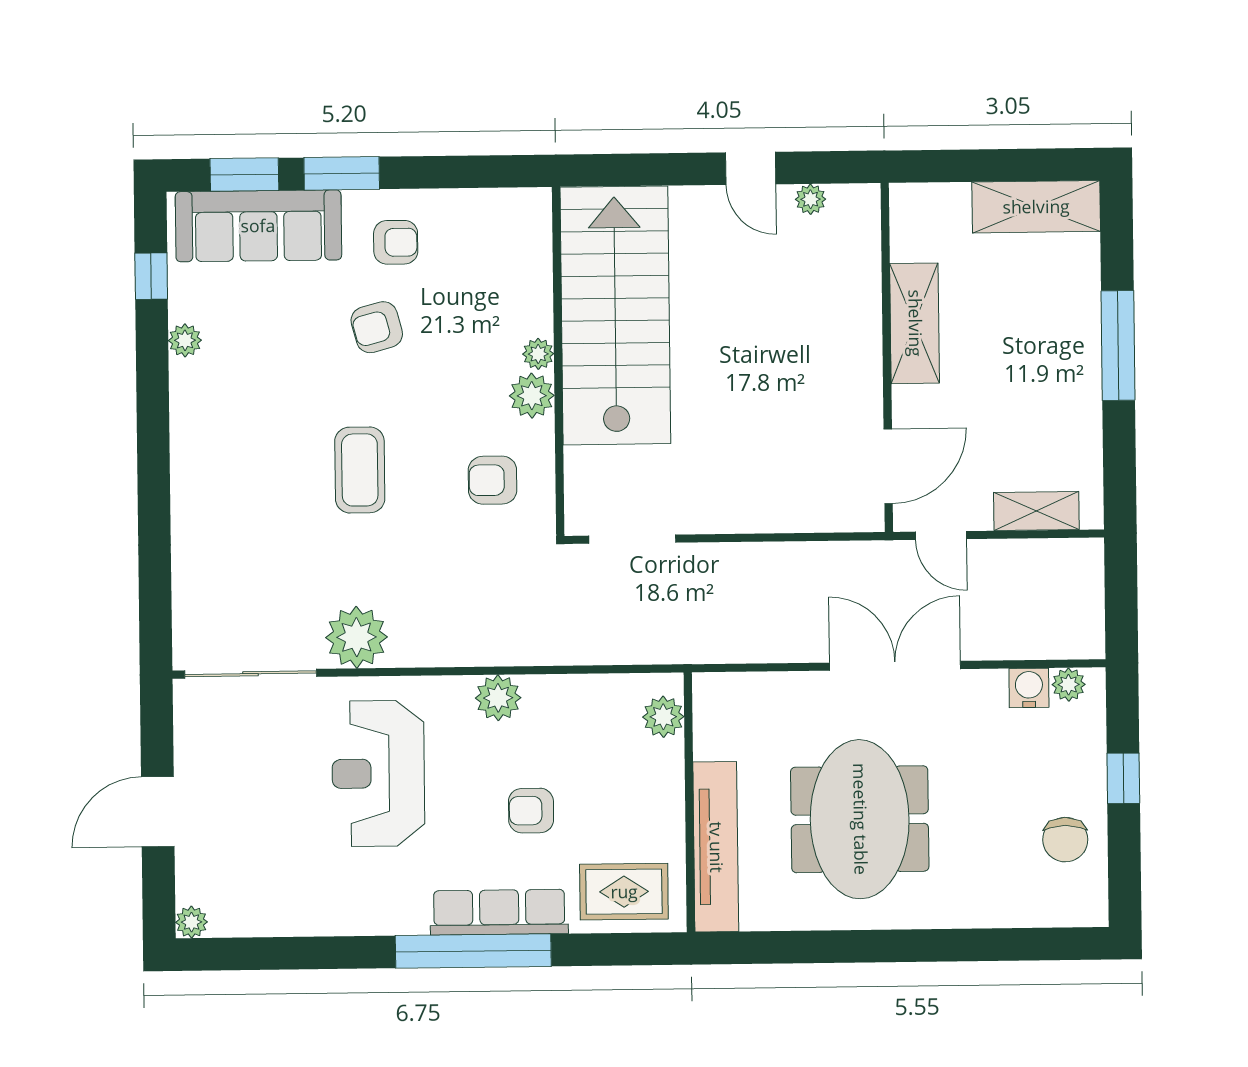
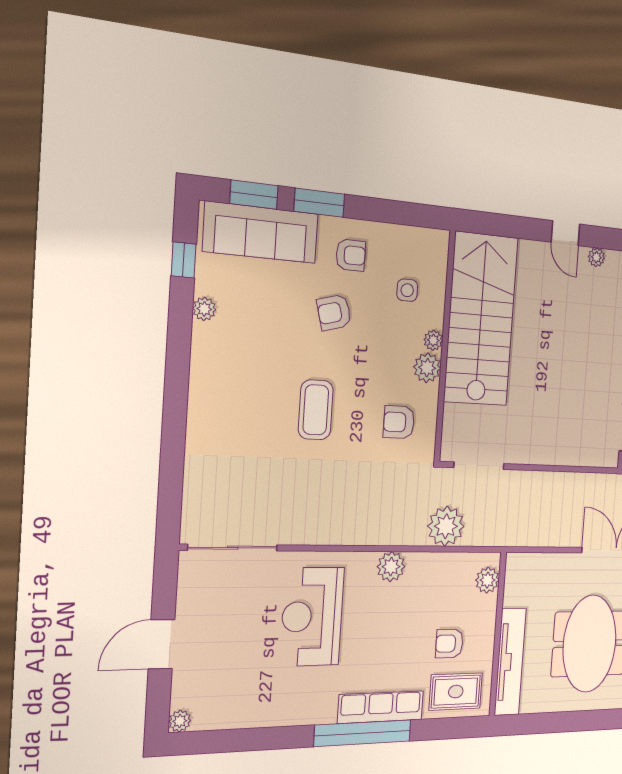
side table: (489, 284) -> (407, 290), added
plant: (357, 637) -> (446, 526), moved
armchair: (531, 811) -> (449, 643), moved

